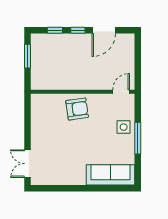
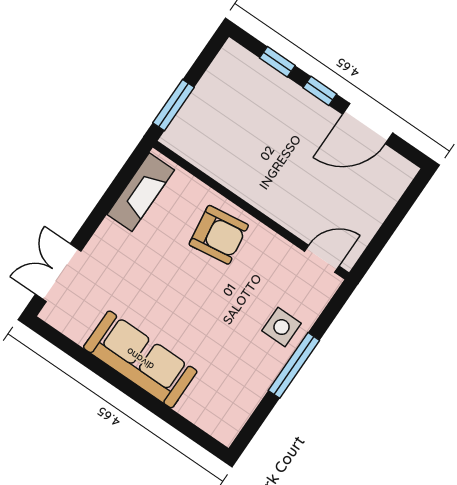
window: (28, 56) -> (173, 105), moved
fireplace: (38, 113) -> (141, 192), added
sofa: (111, 175) -> (140, 359), moved

